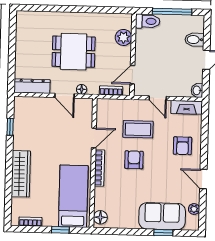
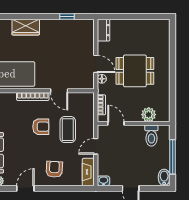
toilet: (148, 21) -> (151, 136), moved
bidet: (195, 40) -> (164, 177), moved
dining table: (74, 52) -> (135, 71), turned 90
dresser: (32, 86) -> (103, 30), width x0.70
door: (65, 96) -> (96, 64), swing flipped
armchair: (182, 146) -> (54, 169), turned 93
wardrobe: (21, 174) -> (26, 27), width x0.67

